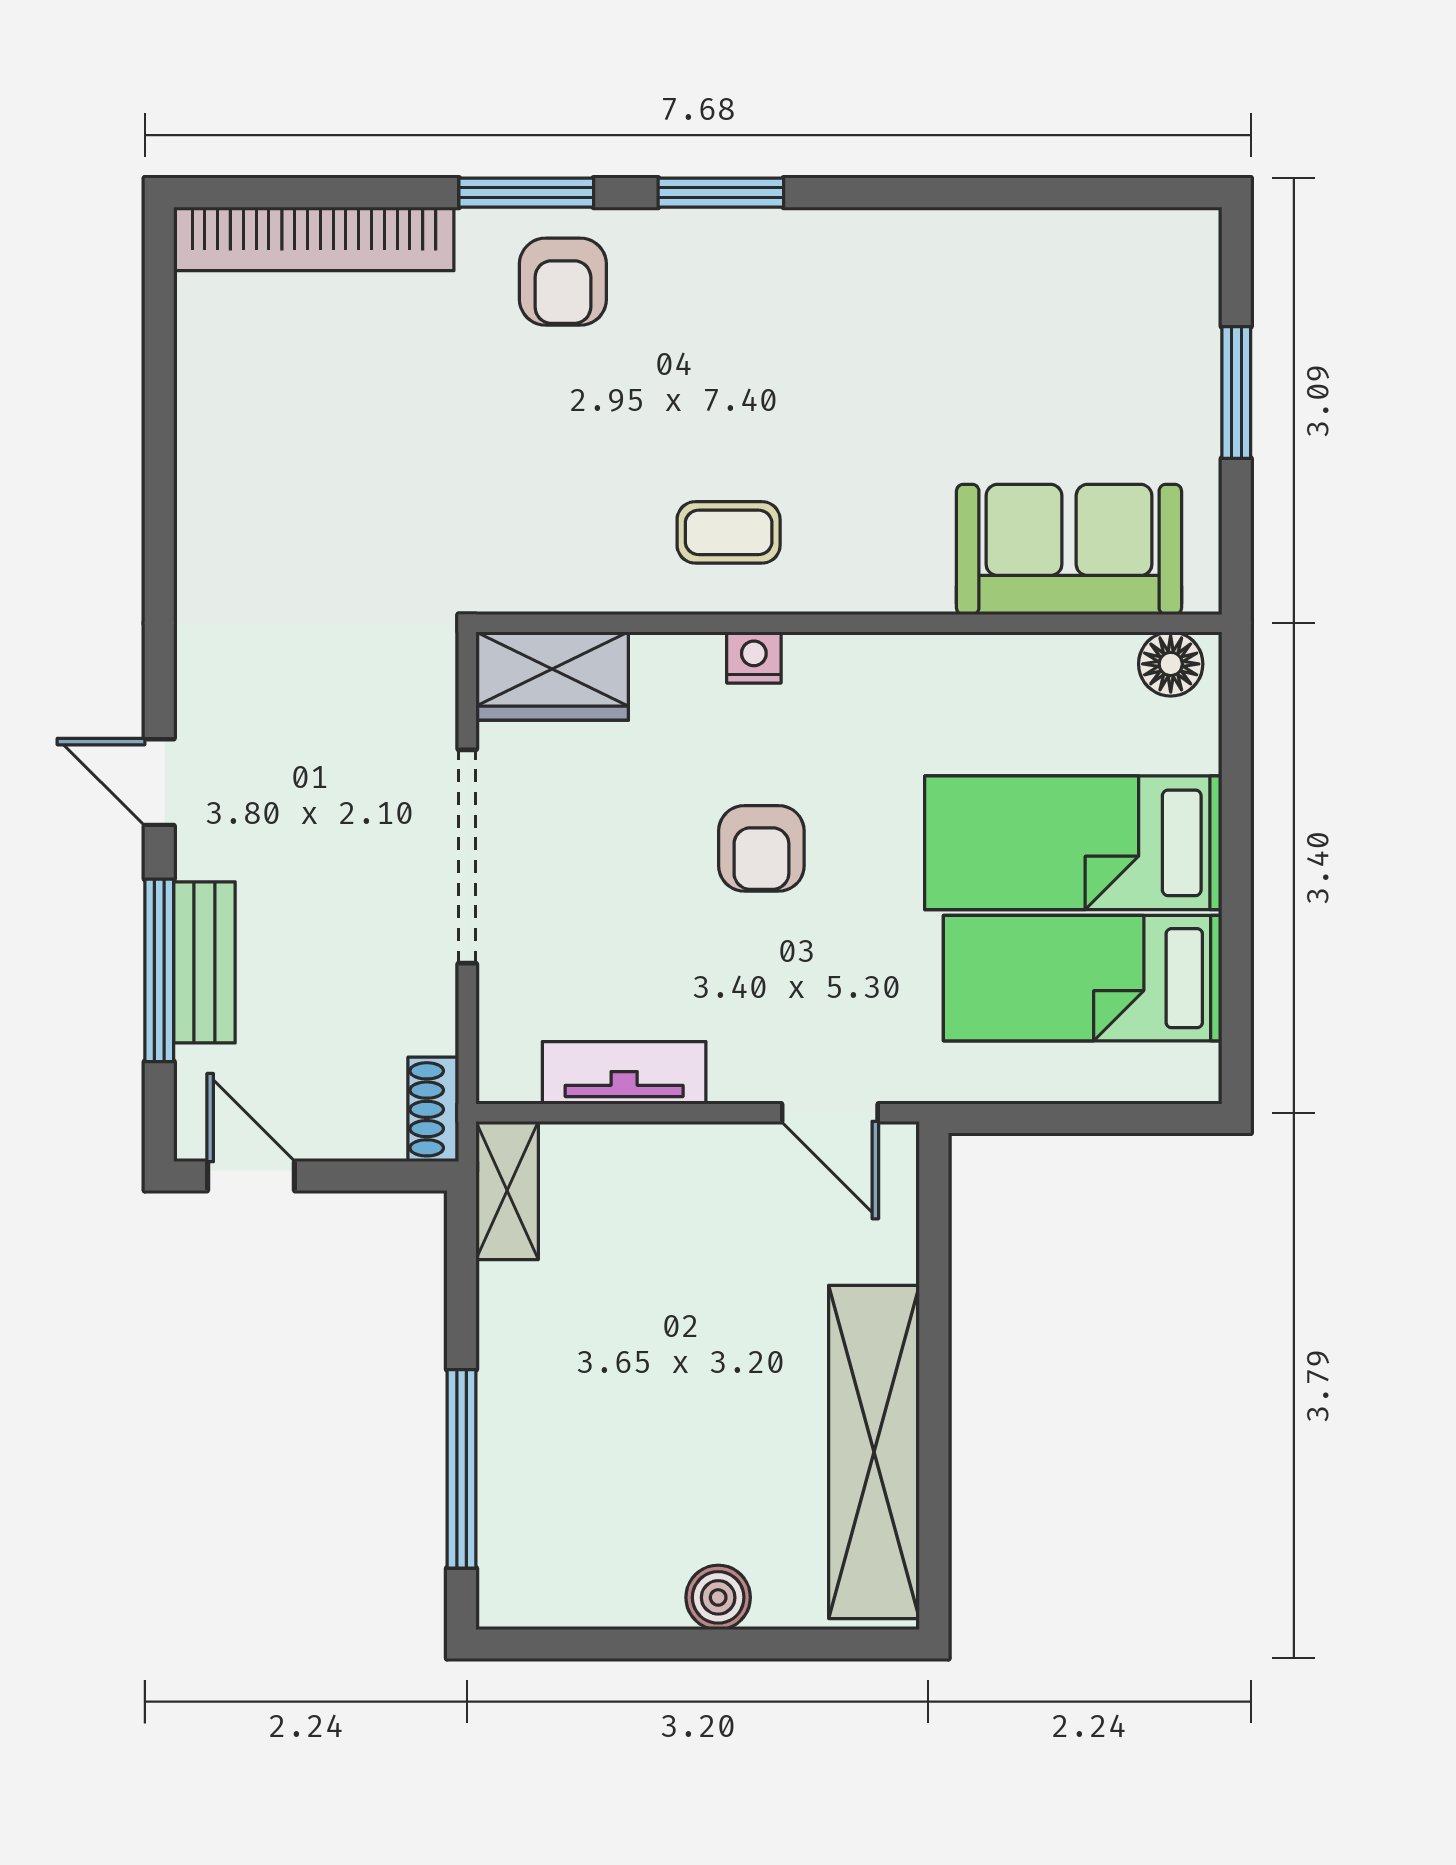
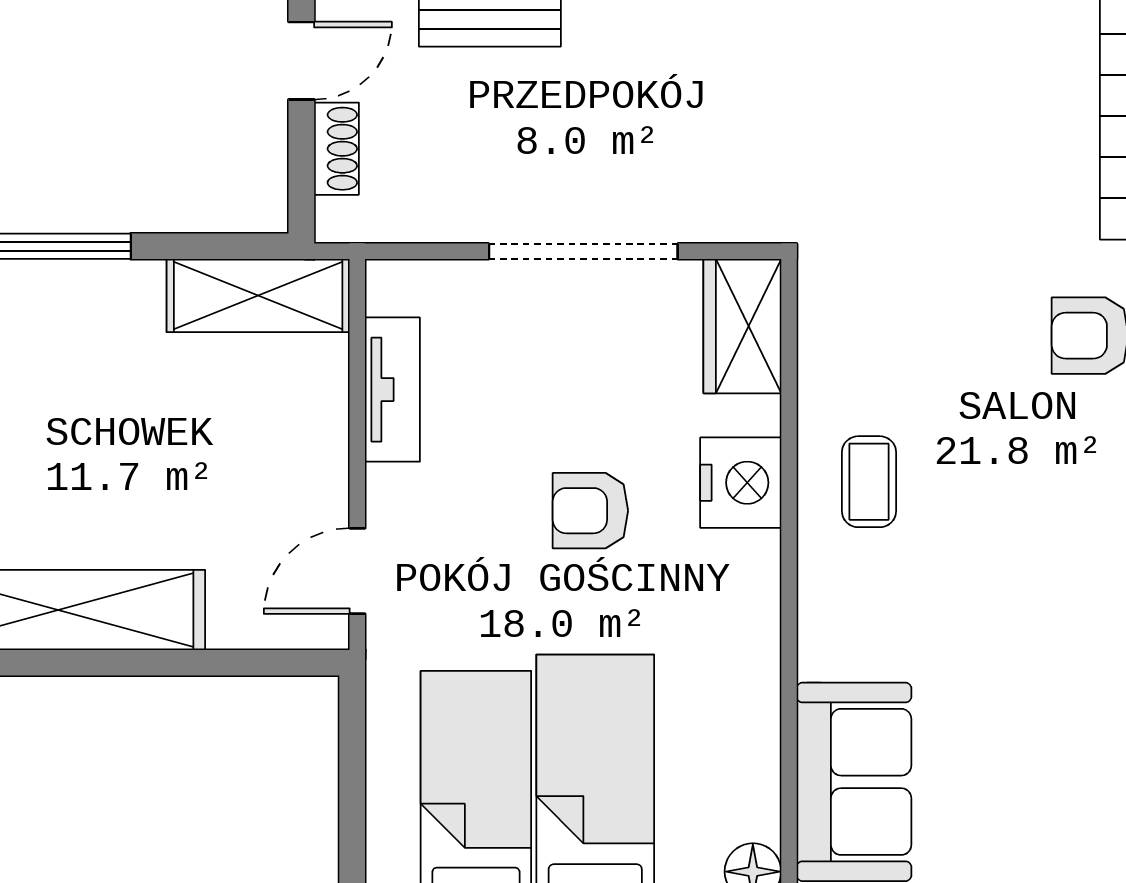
nightstand: (754, 657) -> (741, 483), width x1.89, depth x1.79
shoe rack: (433, 1109) -> (337, 149), moved, turned 90
shelving: (507, 1191) -> (258, 296), width x1.50, depth x1.33

